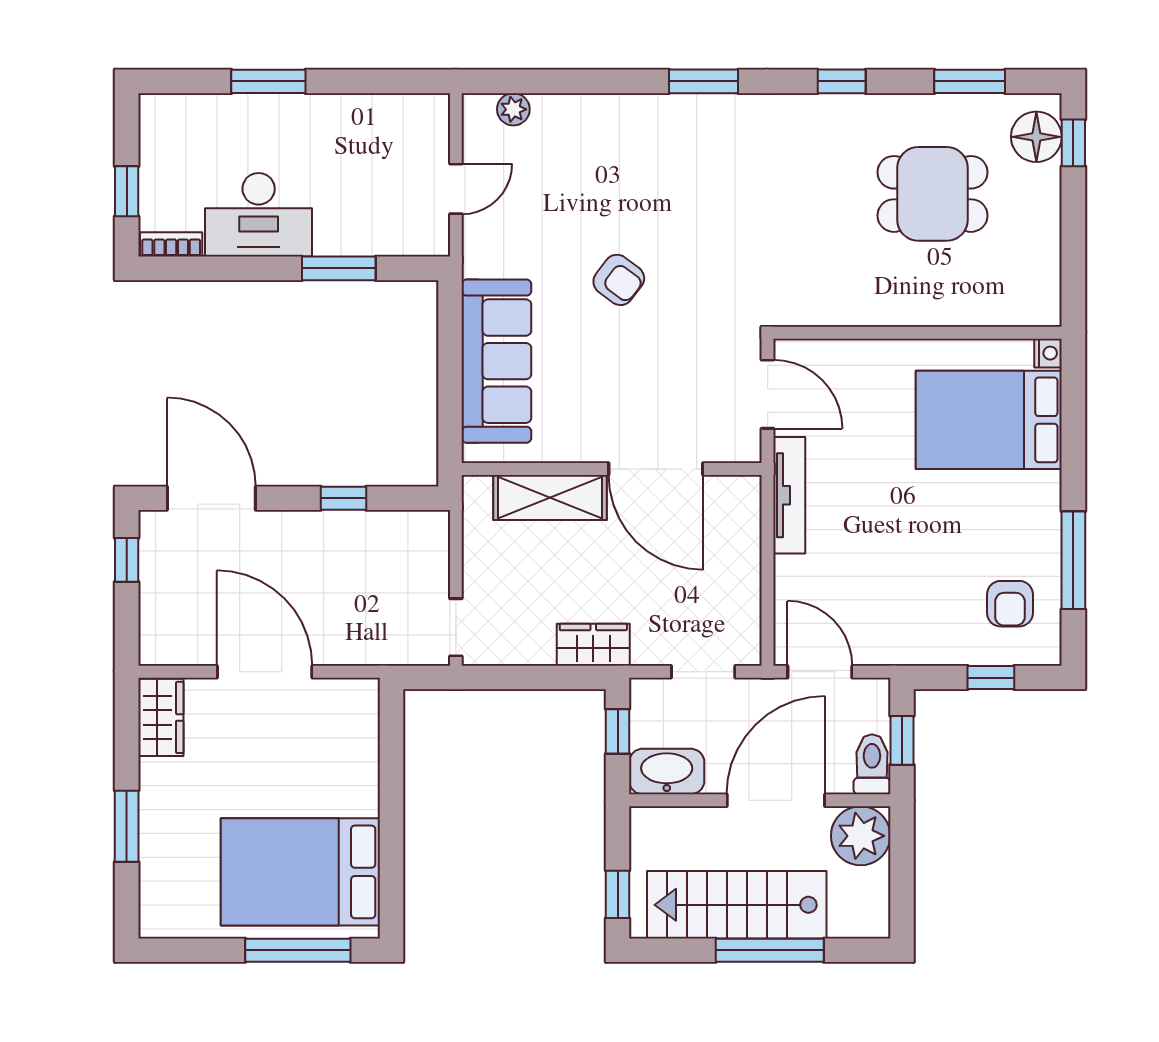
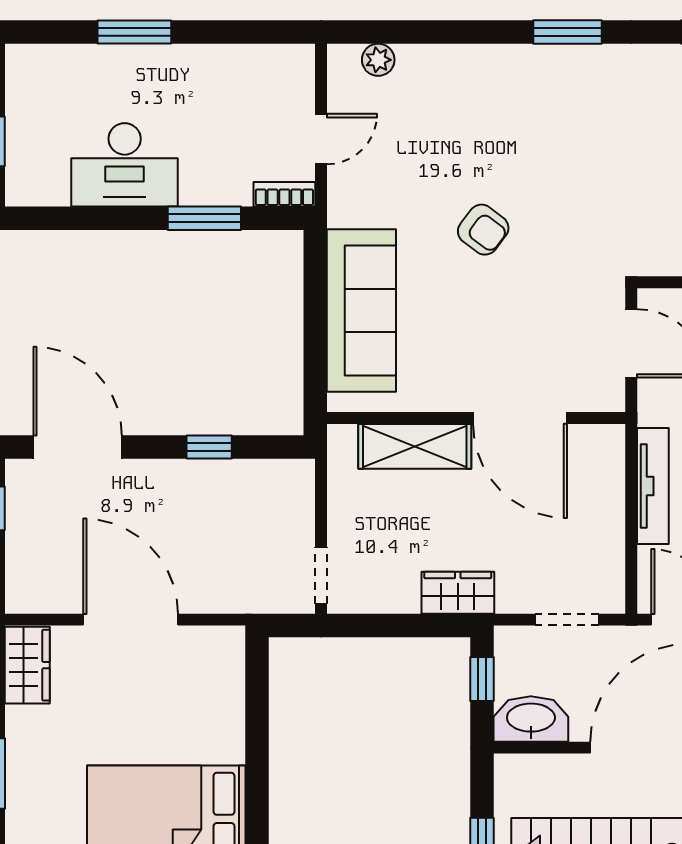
bookcase: (171, 244) -> (284, 194), moved
tv unit: (789, 495) -> (653, 486), moved

